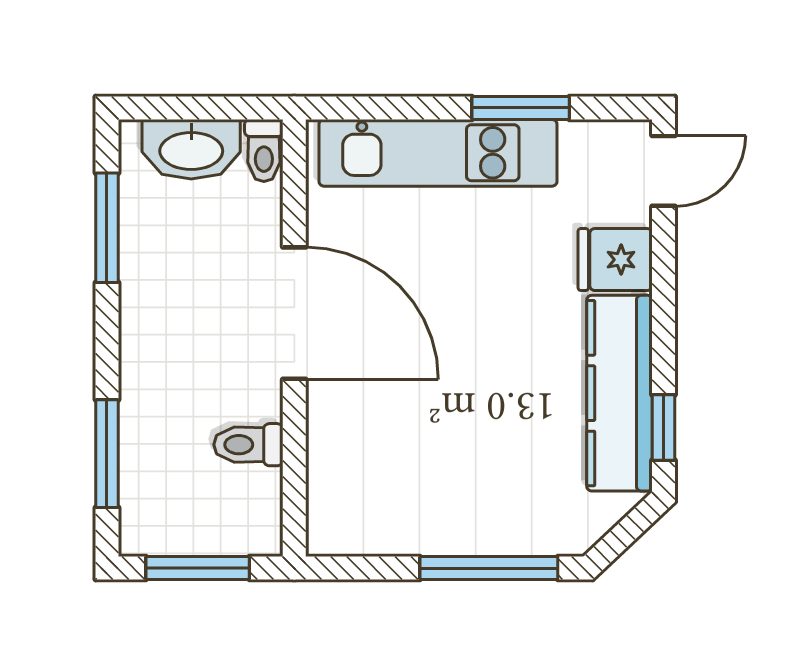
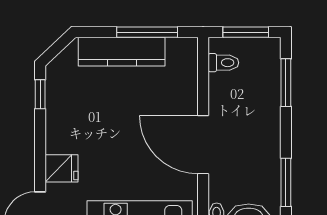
kitchen counter: (620, 393) -> (122, 52), moved, turned 90
toilet: (248, 445) -> (223, 63), moved
window: (489, 568) -> (147, 32), moved

